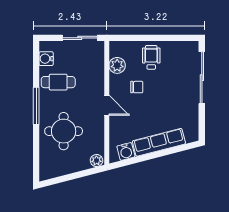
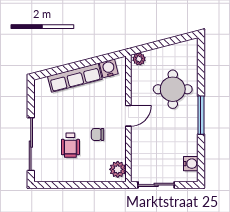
wheelchair: (151, 57) -> (70, 145), moved
plant: (117, 65) -> (118, 169), moved
cafe table: (58, 82) -> (178, 140), removed
door: (107, 105) -> (128, 116), swing flipped

